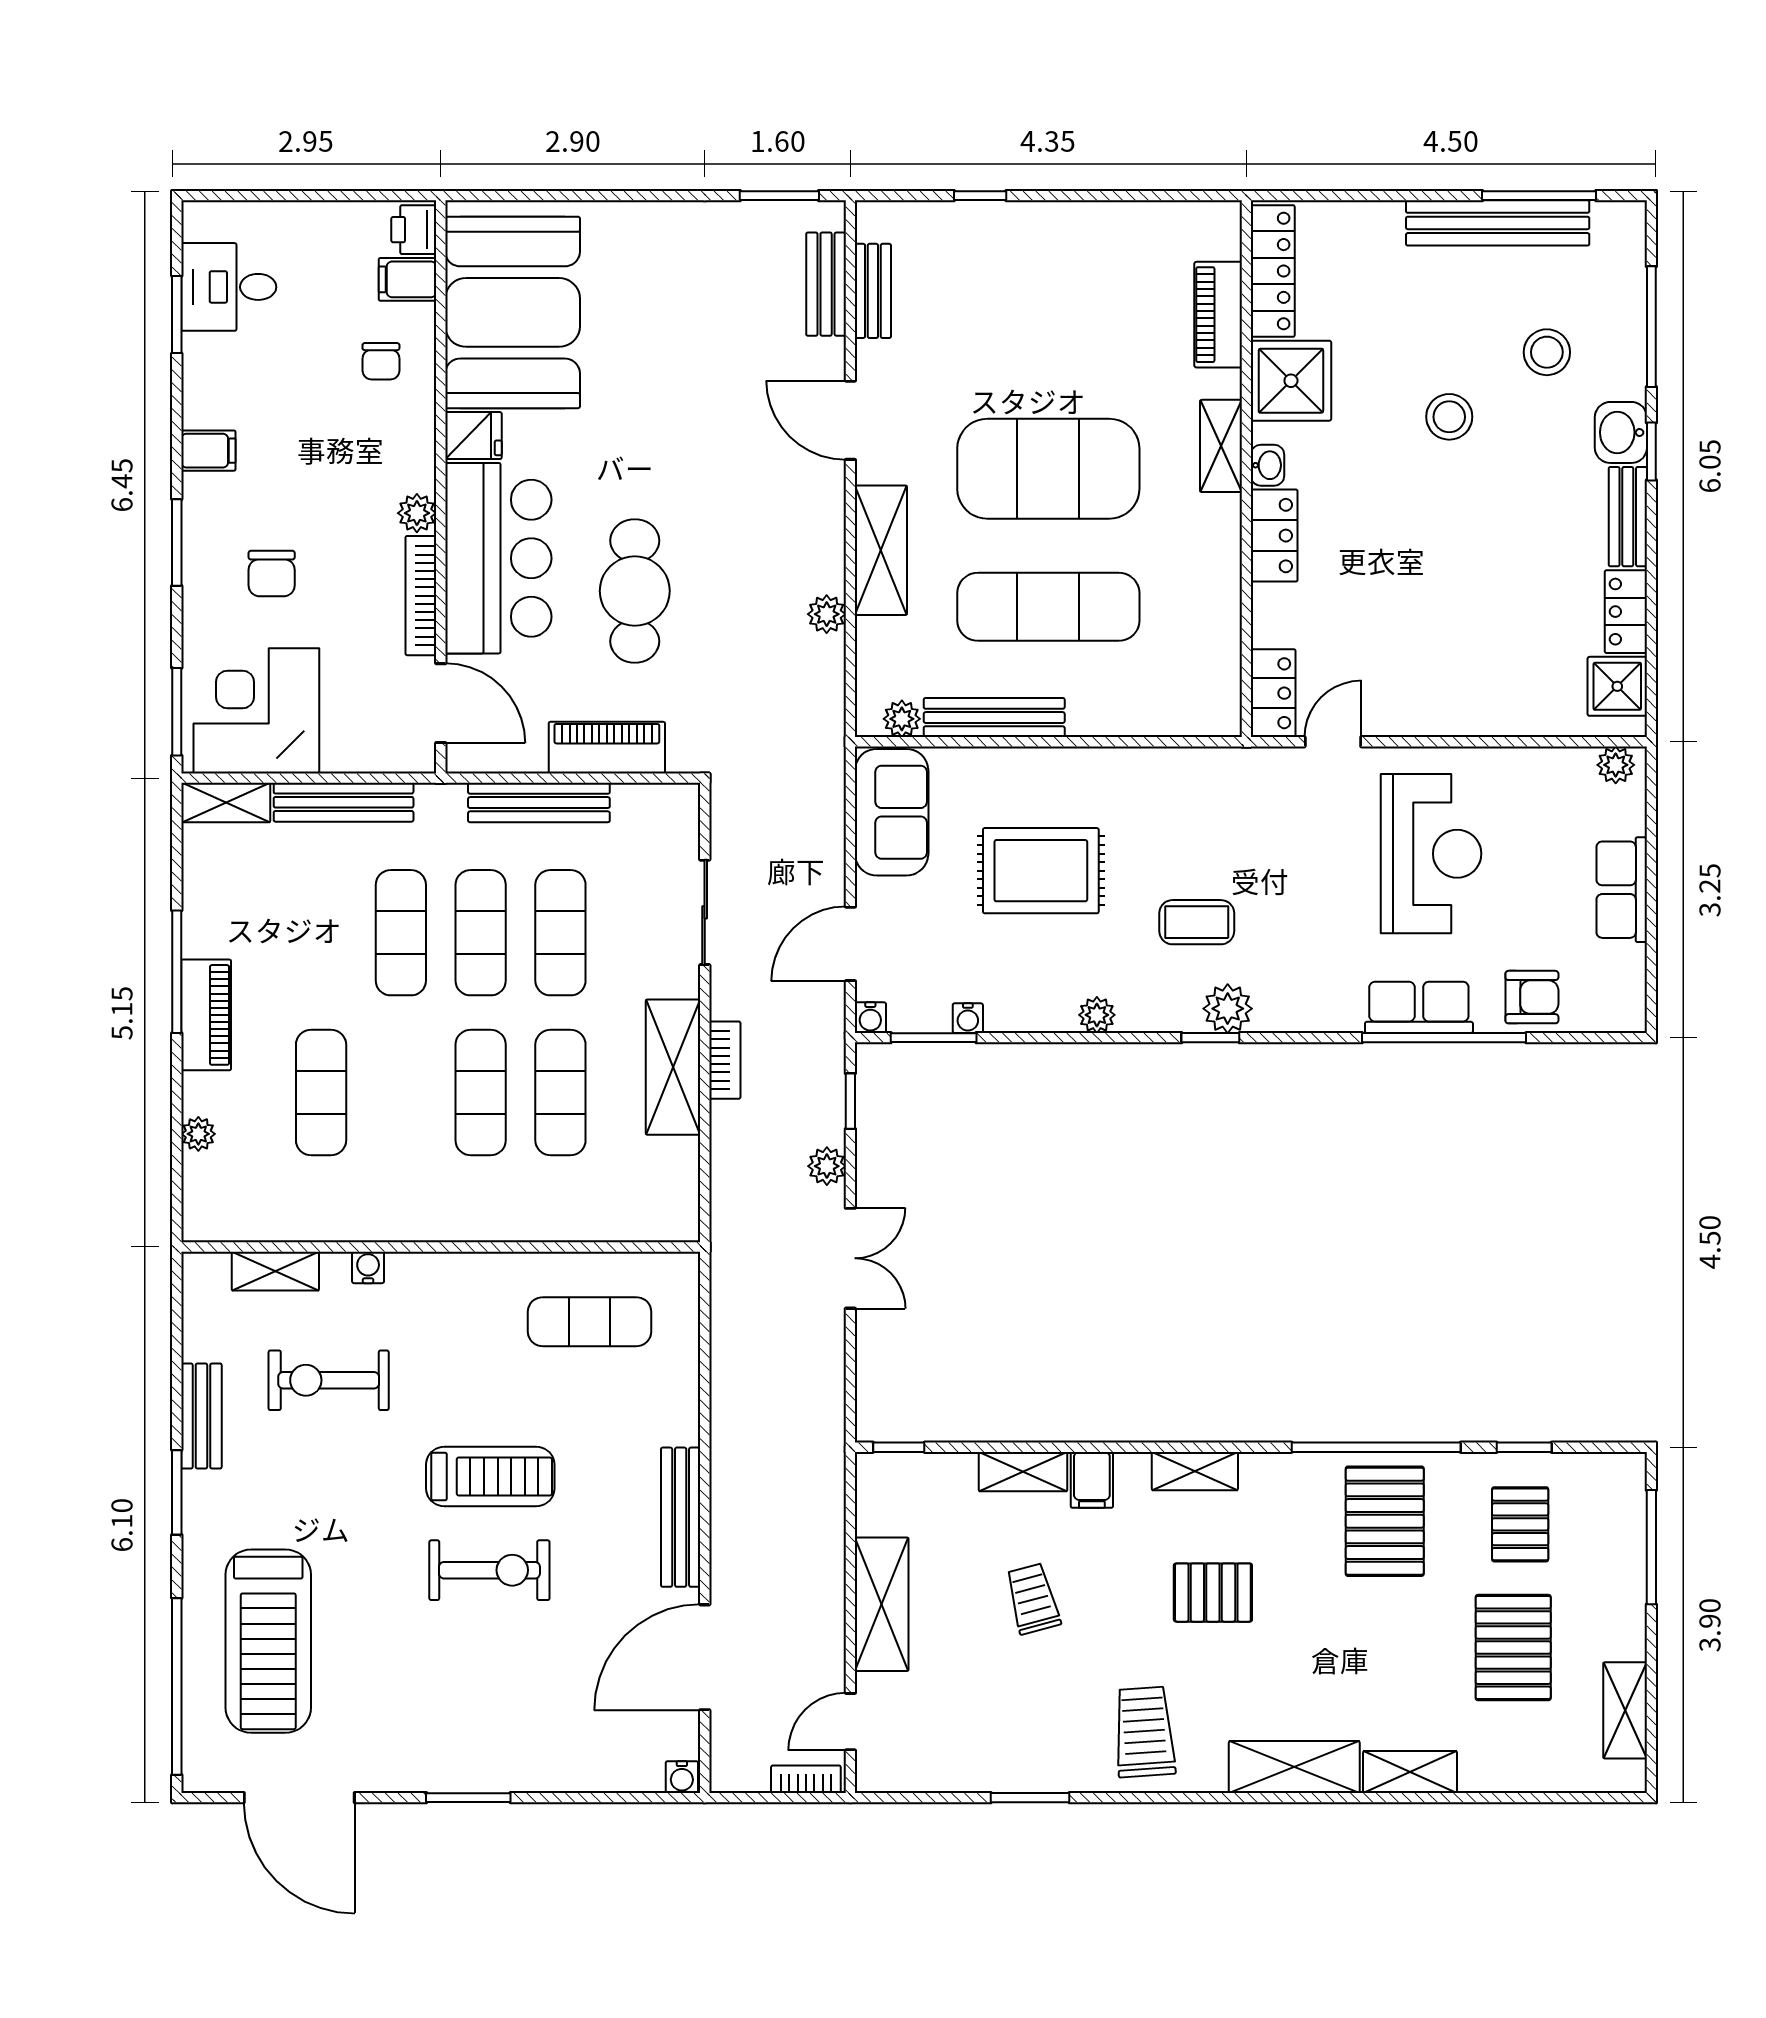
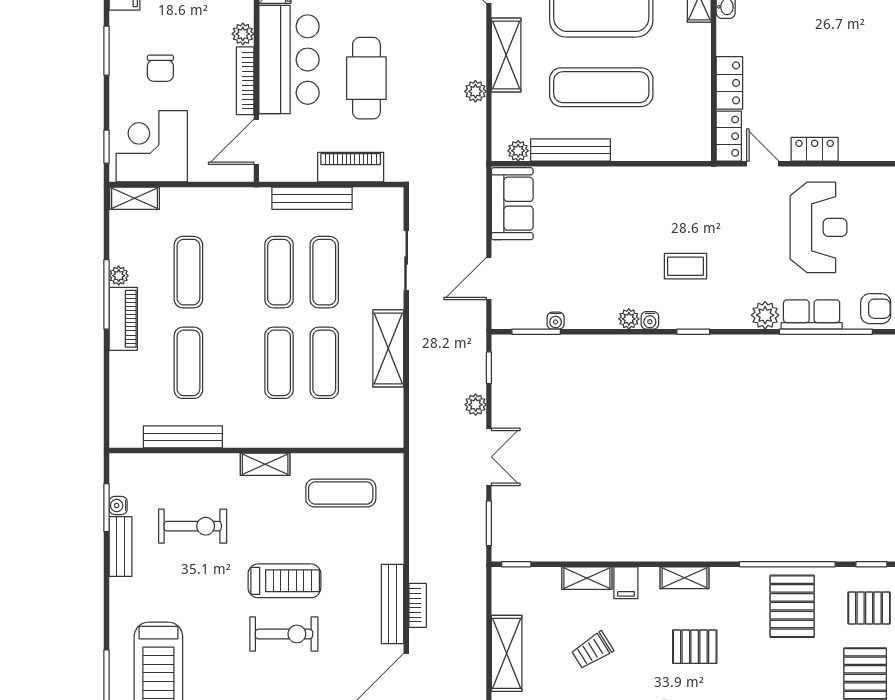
locker: (1274, 536) -> (729, 83), moved
door: (441, 703) -> (256, 142), swing flipped
window: (177, 712) -> (106, 147), width x0.67
locker: (1424, 716) -> (815, 149), added
door: (1333, 742) -> (763, 164), hinge flipped
bench: (344, 802) -> (183, 437), moved
rug: (1041, 871) -> (597, 237), removed
exercise mat: (401, 933) -> (188, 272), moved
plant: (1228, 1009) -> (765, 315), moved
water cooler: (870, 1018) -> (650, 320), moved
bookcase: (725, 1060) -> (418, 605), moved
plant: (198, 1134) -> (119, 276), moved
water cooler: (368, 1267) -> (118, 505), moved, turned -90
shelving: (275, 1271) -> (265, 464), moved
window: (850, 1375) -> (489, 523), added
exercise bike: (329, 1380) -> (193, 526), turned 180
window: (177, 1492) -> (106, 508), moved
pallet: (1520, 1524) -> (869, 608), turned 90
trolley: (1033, 1599) -> (592, 650), turned -107

